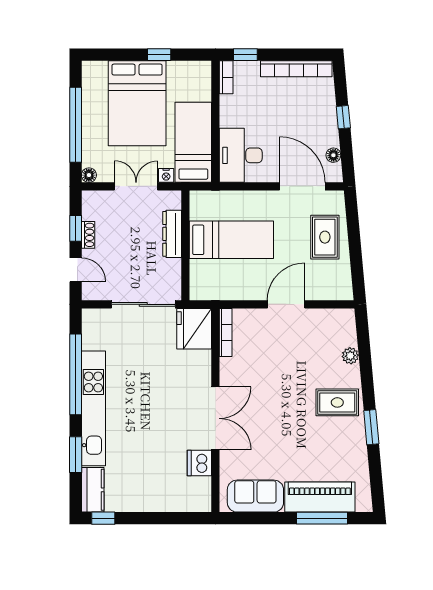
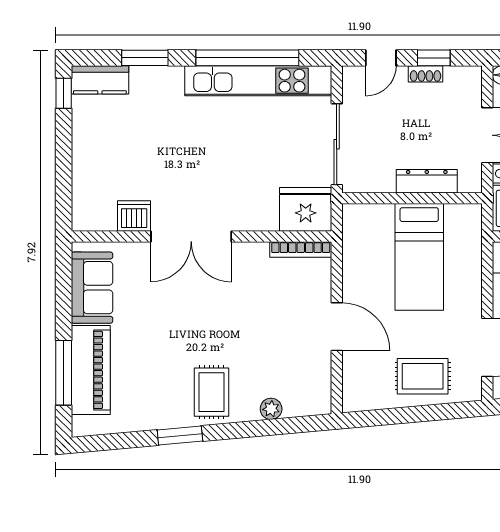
kitchen unit: (93, 408) -> (258, 81), moved

